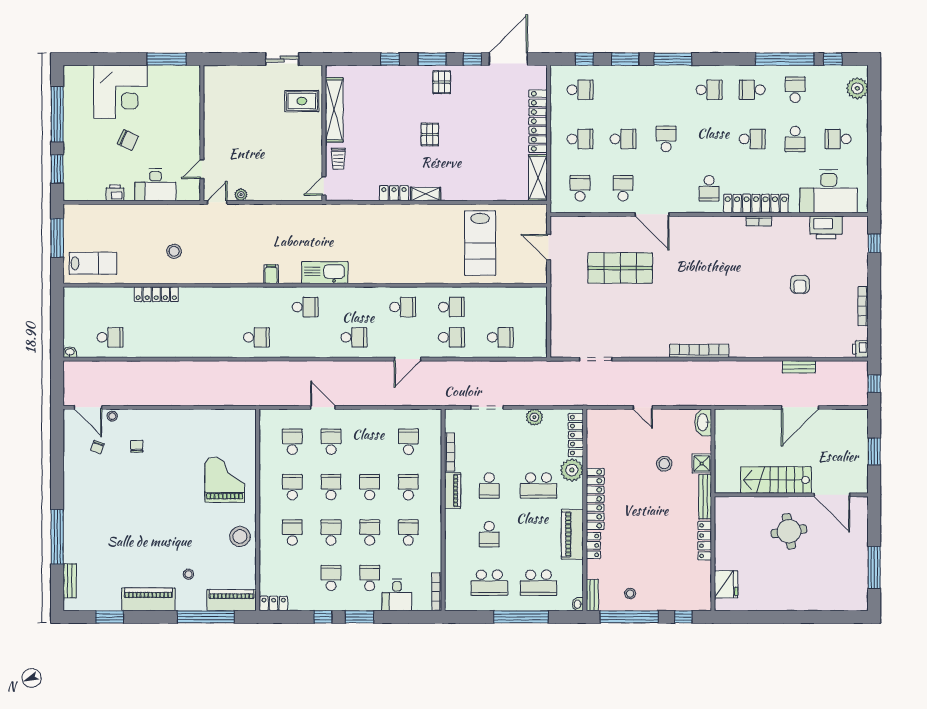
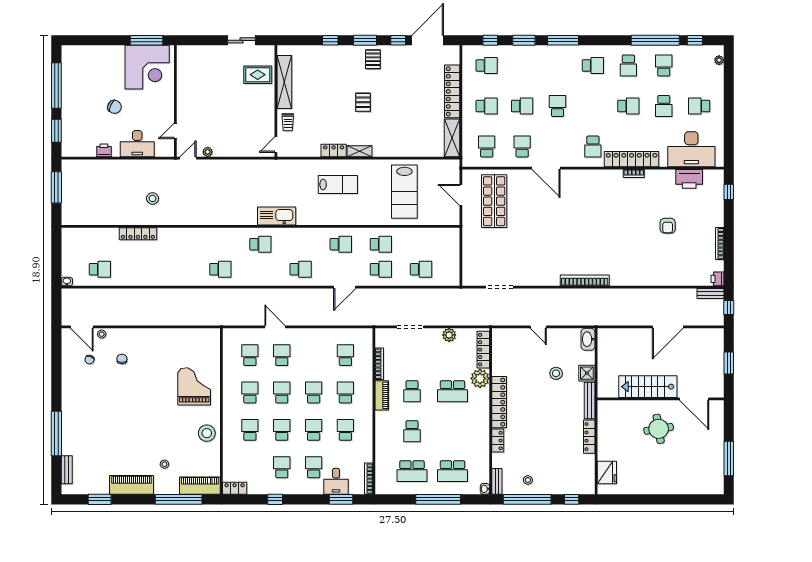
plant: (857, 88) -> (719, 60), width x0.53, depth x0.53
school desk: (752, 90) -> (628, 66), turned -90
corner desk: (121, 92) -> (147, 67), moved
lab bench: (93, 263) -> (338, 184), moved
shop shelf: (620, 268) -> (494, 201), moved, turned 90
filing cabinet: (271, 274) -> (232, 217), removed
bench: (799, 367) -> (710, 294), moved
piano: (572, 534) -> (480, 431), removed
window: (359, 617) -> (341, 499), moved

